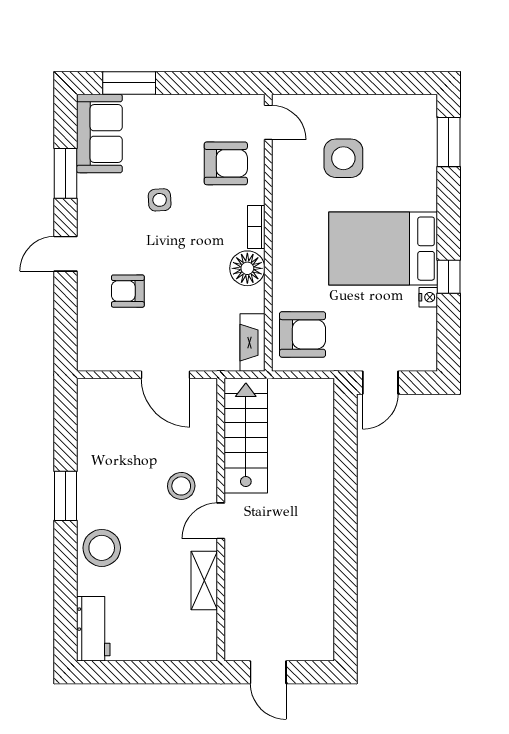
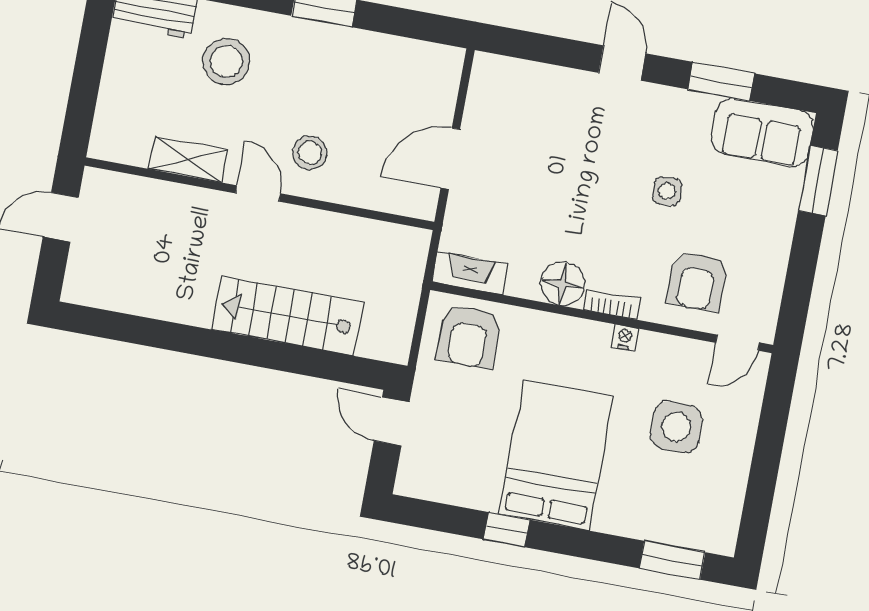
armchair: (128, 291) -> (562, 131), removed
nightstand: (428, 297) -> (625, 338), moved, turned 180
stairs: (246, 436) -> (287, 316), moved, turned 180
stool: (102, 548) -> (226, 61), moved

